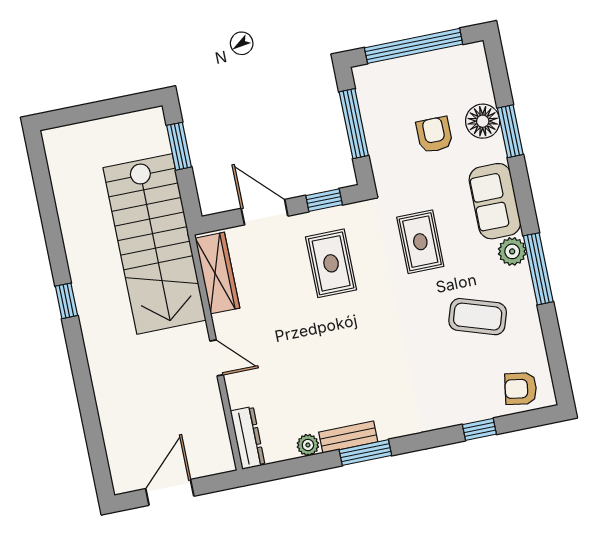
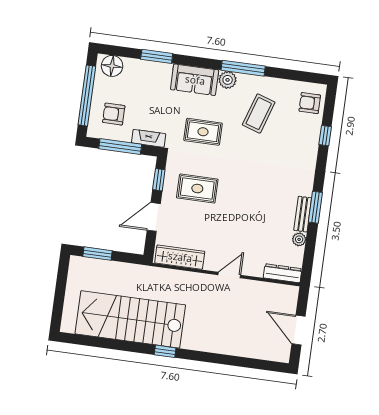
floor lamp: (483, 121) -> (112, 66), moved
armchair: (434, 135) -> (114, 114), moved
fireplace: (381, 162) -> (149, 138), added
stairs: (155, 244) -> (130, 319), moved, turned 180
armchair: (521, 389) -> (310, 103), turned 81

